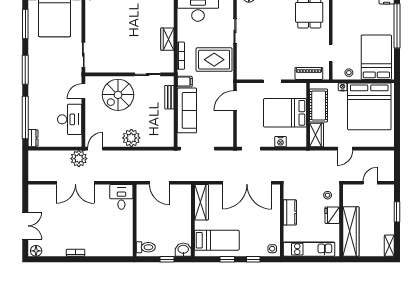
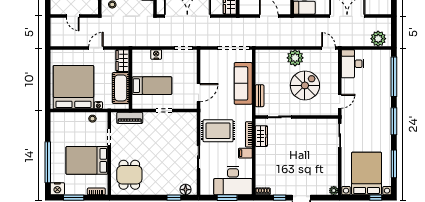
wardrobe: (167, 39) -> (261, 136), moved
bed: (376, 57) -> (87, 160), moved, turned 90
filing cabinet: (185, 82) -> (245, 153), moved
spiral stairs: (118, 95) -> (305, 85), moved
bed: (285, 113) -> (152, 86), width x0.67
desk: (70, 119) -> (353, 64), moved
dresser: (33, 138) -> (387, 58), removed
door: (95, 149) -> (329, 48), swing flipped
plant: (79, 159) -> (378, 39), moved
door: (370, 183) -> (73, 16), hinge flipped

